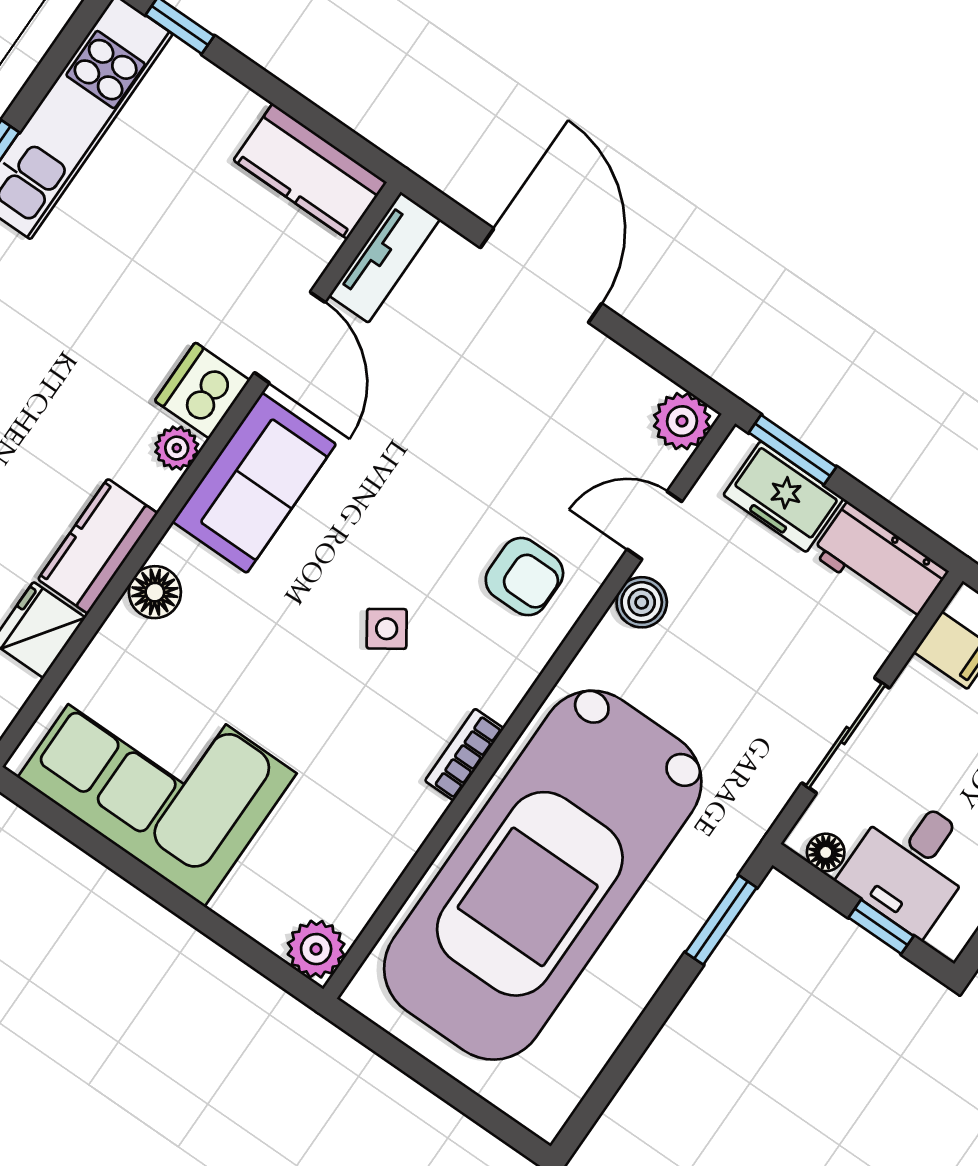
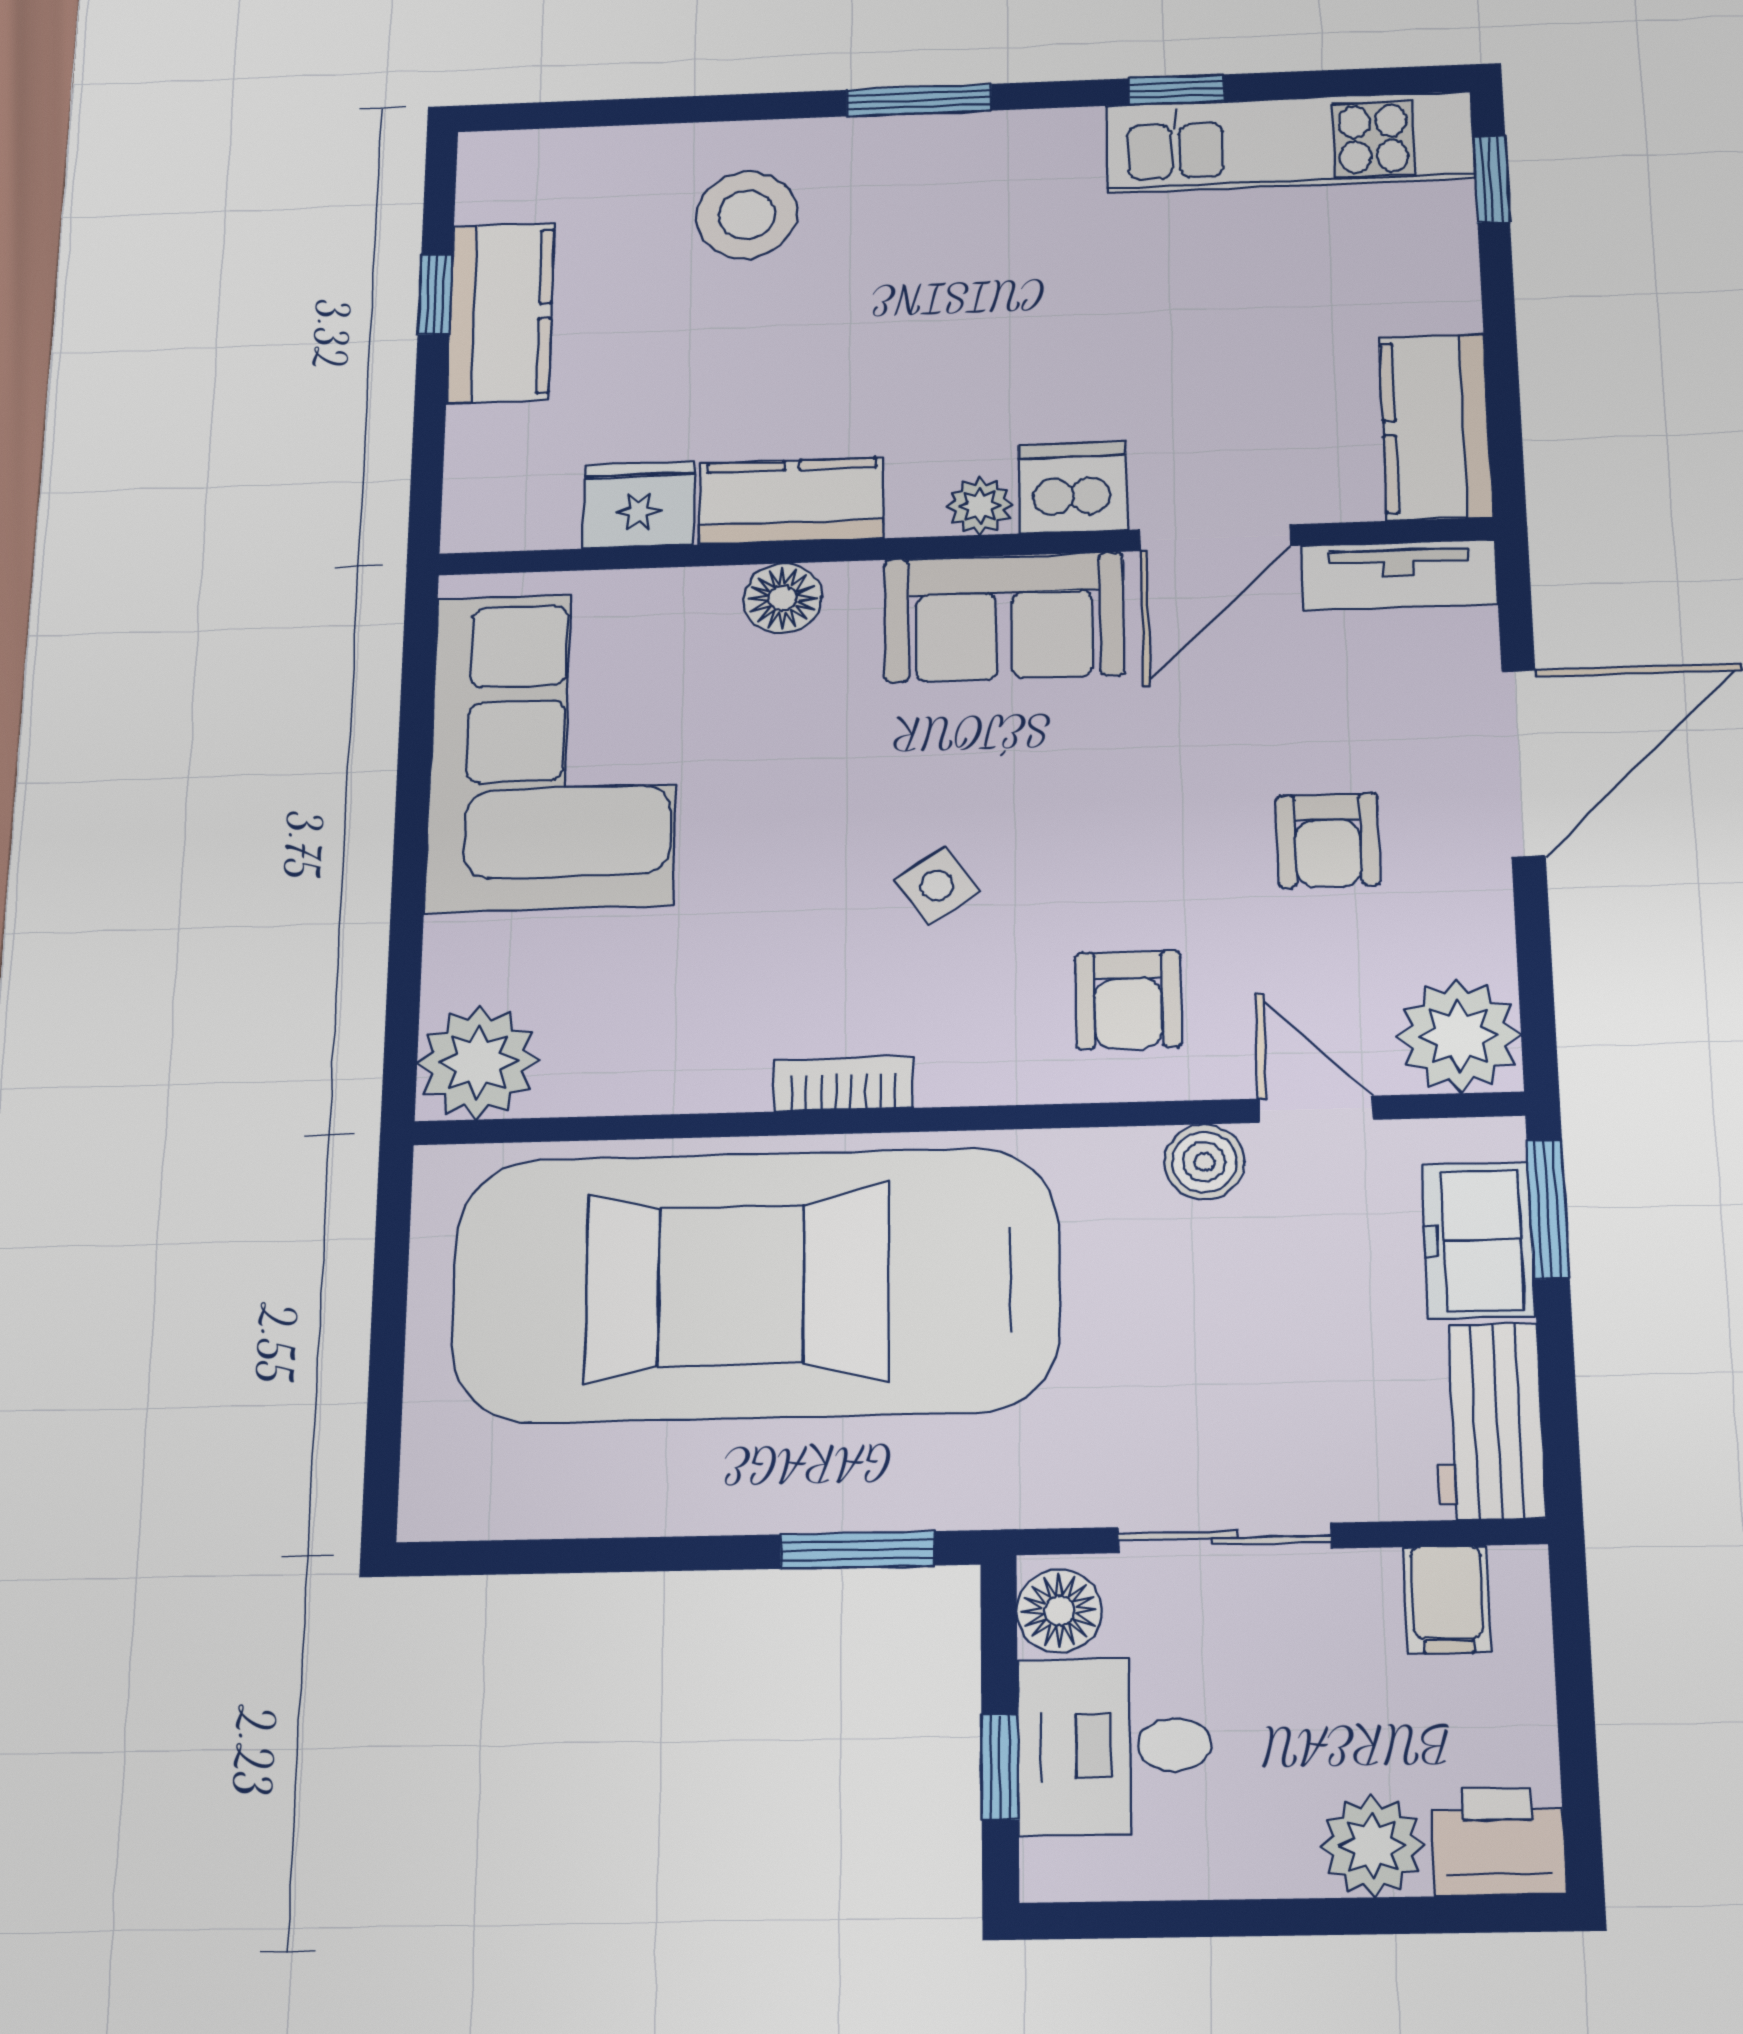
armchair: (510, 409) -> (1328, 840), added
plant: (682, 421) -> (1459, 1036), width x1.36, depth x1.36
floor lamp: (826, 852) -> (1059, 1611), width x1.37, depth x1.37
plant: (316, 949) -> (478, 1062), width x1.36, depth x1.36

